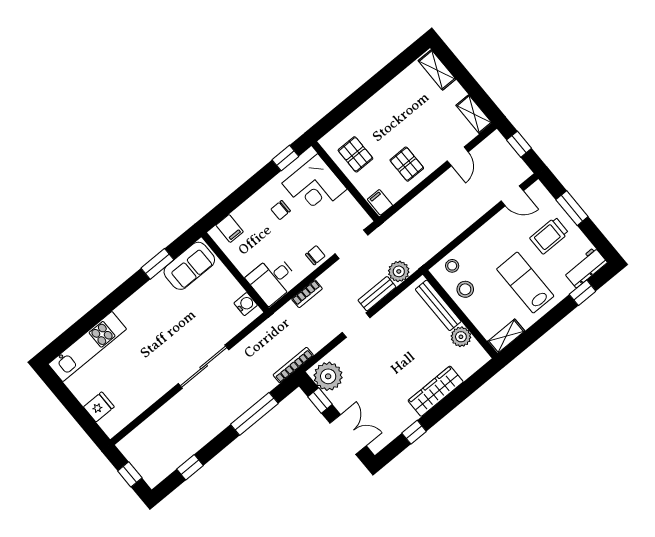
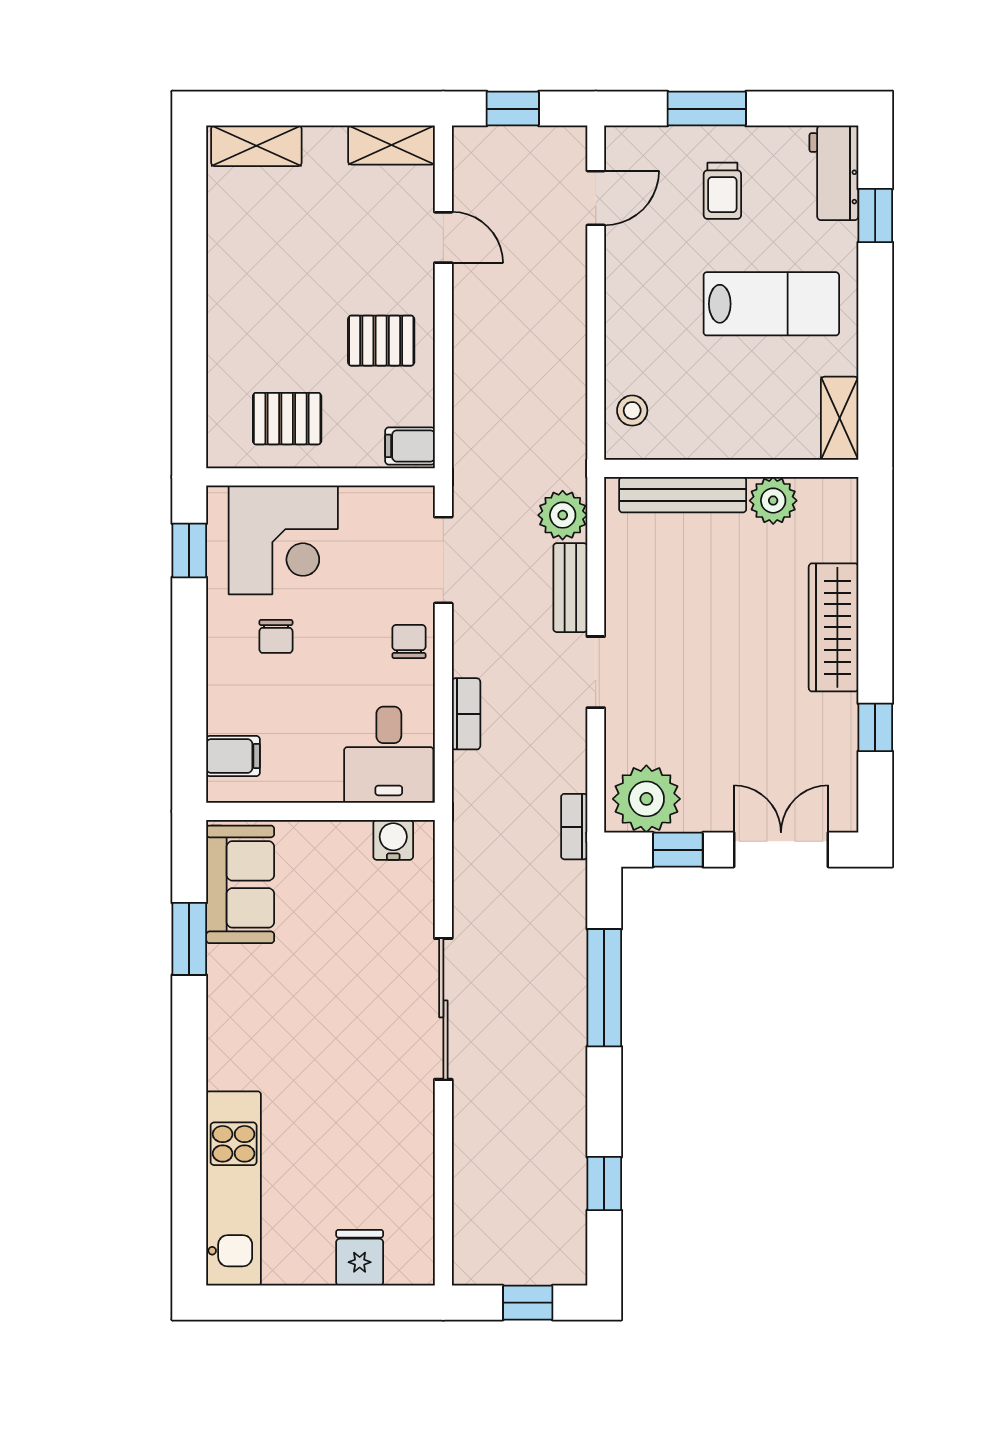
trolley: (549, 236) -> (722, 191), width x0.73, depth x0.72
lab bench: (525, 283) -> (771, 304), turned 180
stool: (465, 289) -> (694, 422), removed
bookcase: (293, 365) -> (574, 827), width x0.64

